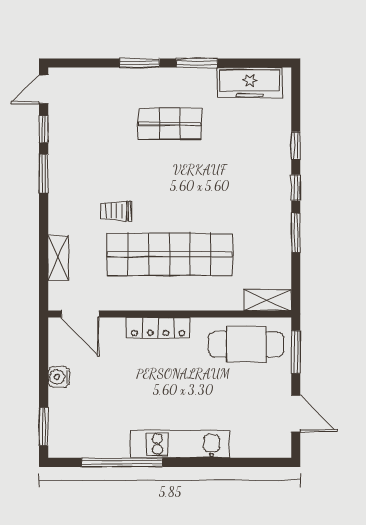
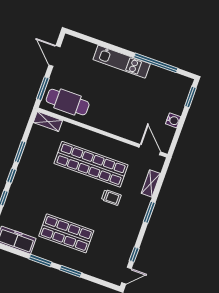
shop shelf: (170, 124) -> (66, 233), width x1.43, depth x1.36
window: (44, 173) -> (149, 212), moved
locker: (158, 328) -> (111, 127), removed

